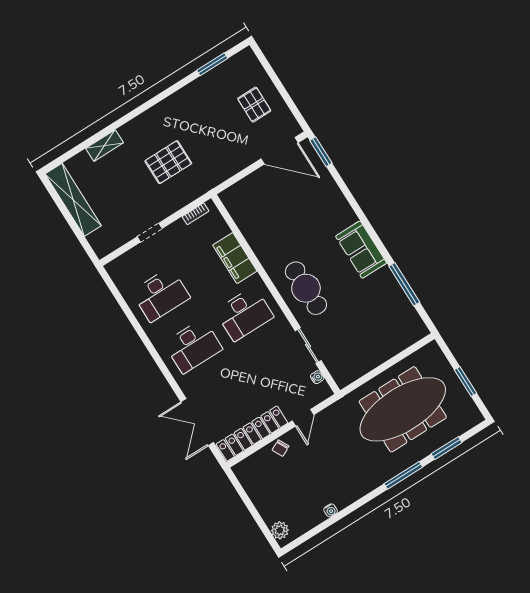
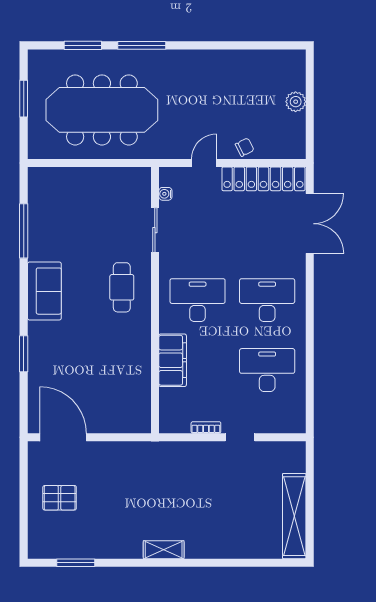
pallet: (254, 105) -> (60, 498), turned 90
shelving: (105, 146) -> (164, 550), moved
window: (321, 152) -> (24, 354), moved
pallet: (168, 162) -> (179, 494), removed
bookcase: (195, 214) -> (206, 427), moved
cafe table: (306, 288) -> (122, 287), width x0.73, depth x0.74
water cooler: (331, 510) -> (234, 56), removed
plant: (280, 530) -> (296, 102), moved

